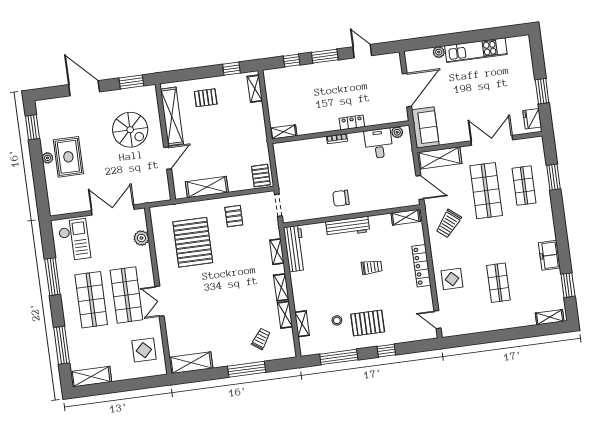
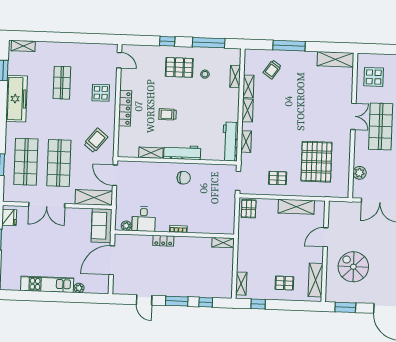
shelving: (172, 116) -> (316, 280), width x0.68
shop shelf: (524, 186) -> (26, 162), width x1.43, depth x1.36
pallet: (234, 216) -> (278, 178), turned 90
shelving: (406, 217) -> (151, 153), moved
freezer: (549, 255) -> (16, 99), width x1.91, depth x1.26

